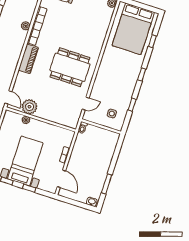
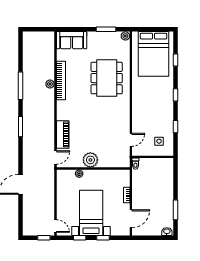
piano: (28, 59) -> (63, 134), moved
dining table: (70, 67) -> (107, 78), moved, turned 90
door: (8, 97) -> (55, 157), hinge flipped
plant: (30, 107) -> (90, 160), moved
door: (61, 179) -> (131, 219), hinge flipped

